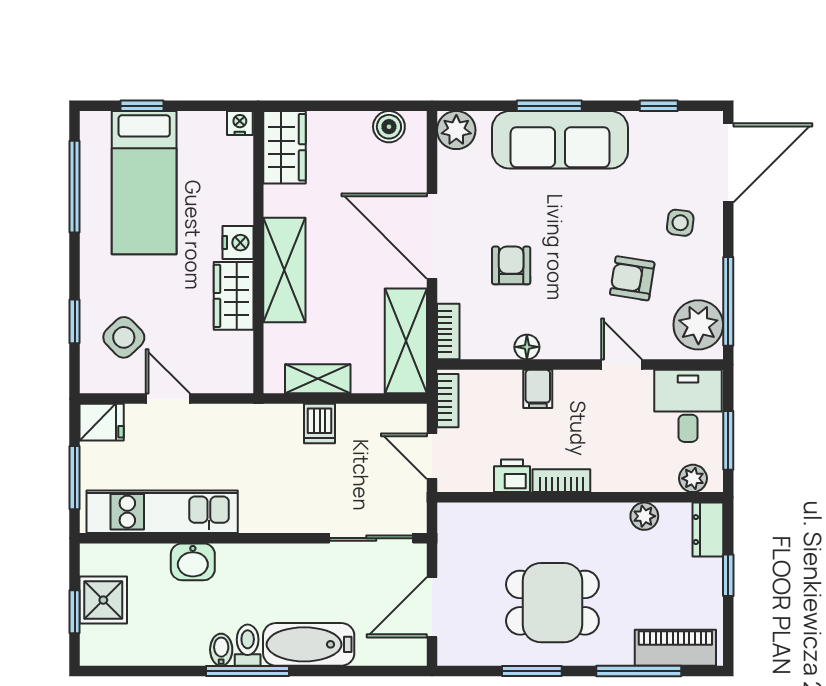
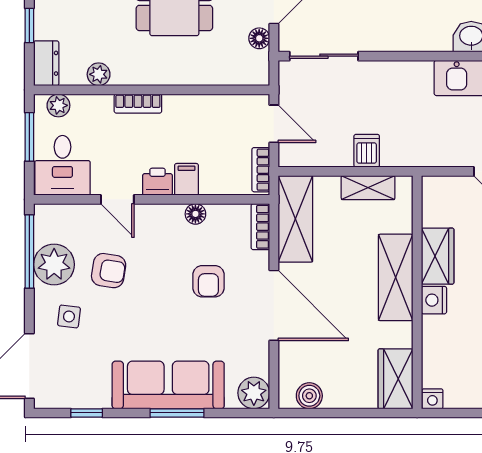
plant: (698, 325) -> (54, 265), moved
printer: (512, 476) -> (157, 182), moved, turned 180
bookcase: (561, 481) -> (138, 104), moved
floor lamp: (450, 560) -> (259, 38), added

